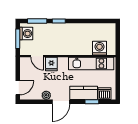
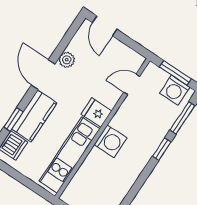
washing machine: (99, 48) -> (111, 141), moved
fridge: (51, 64) -> (96, 113), moved

